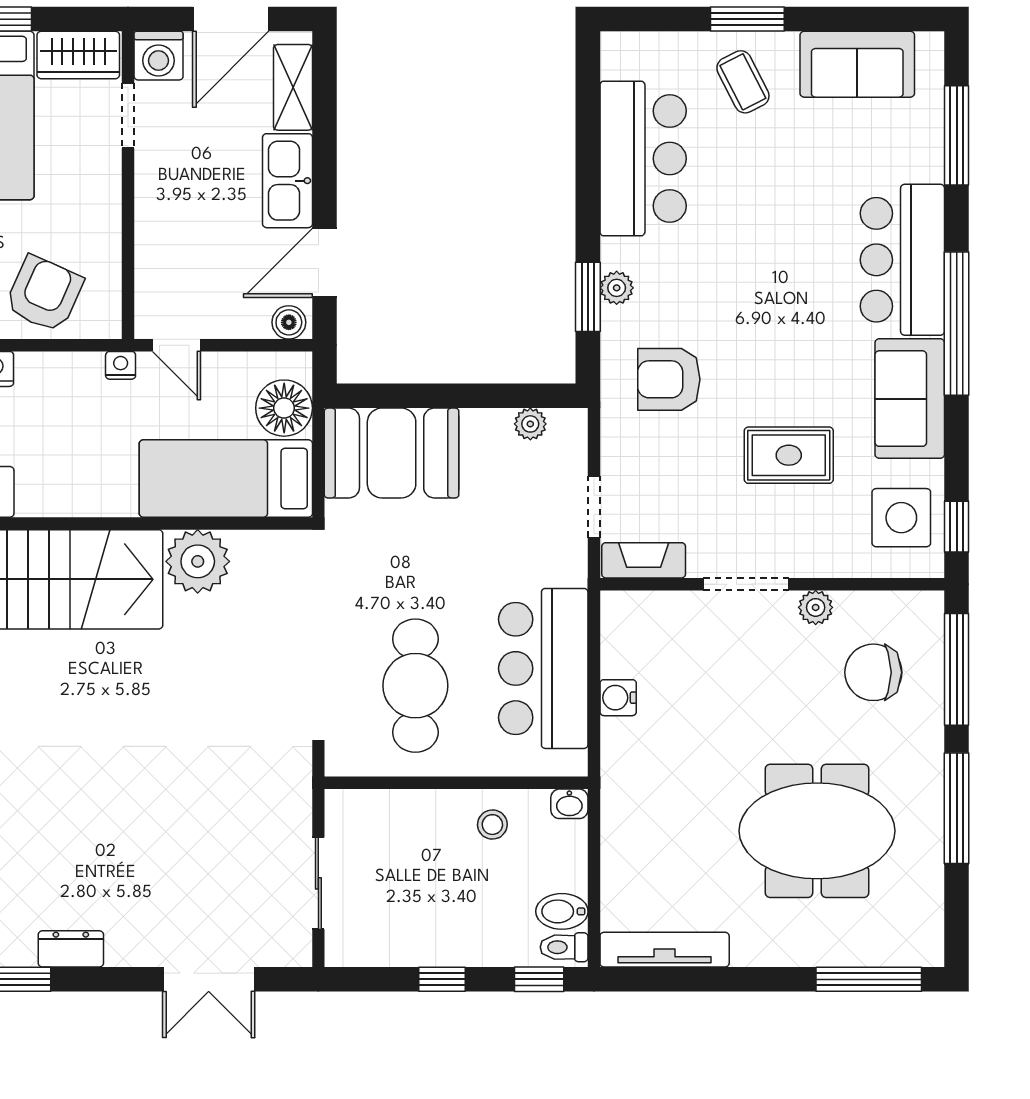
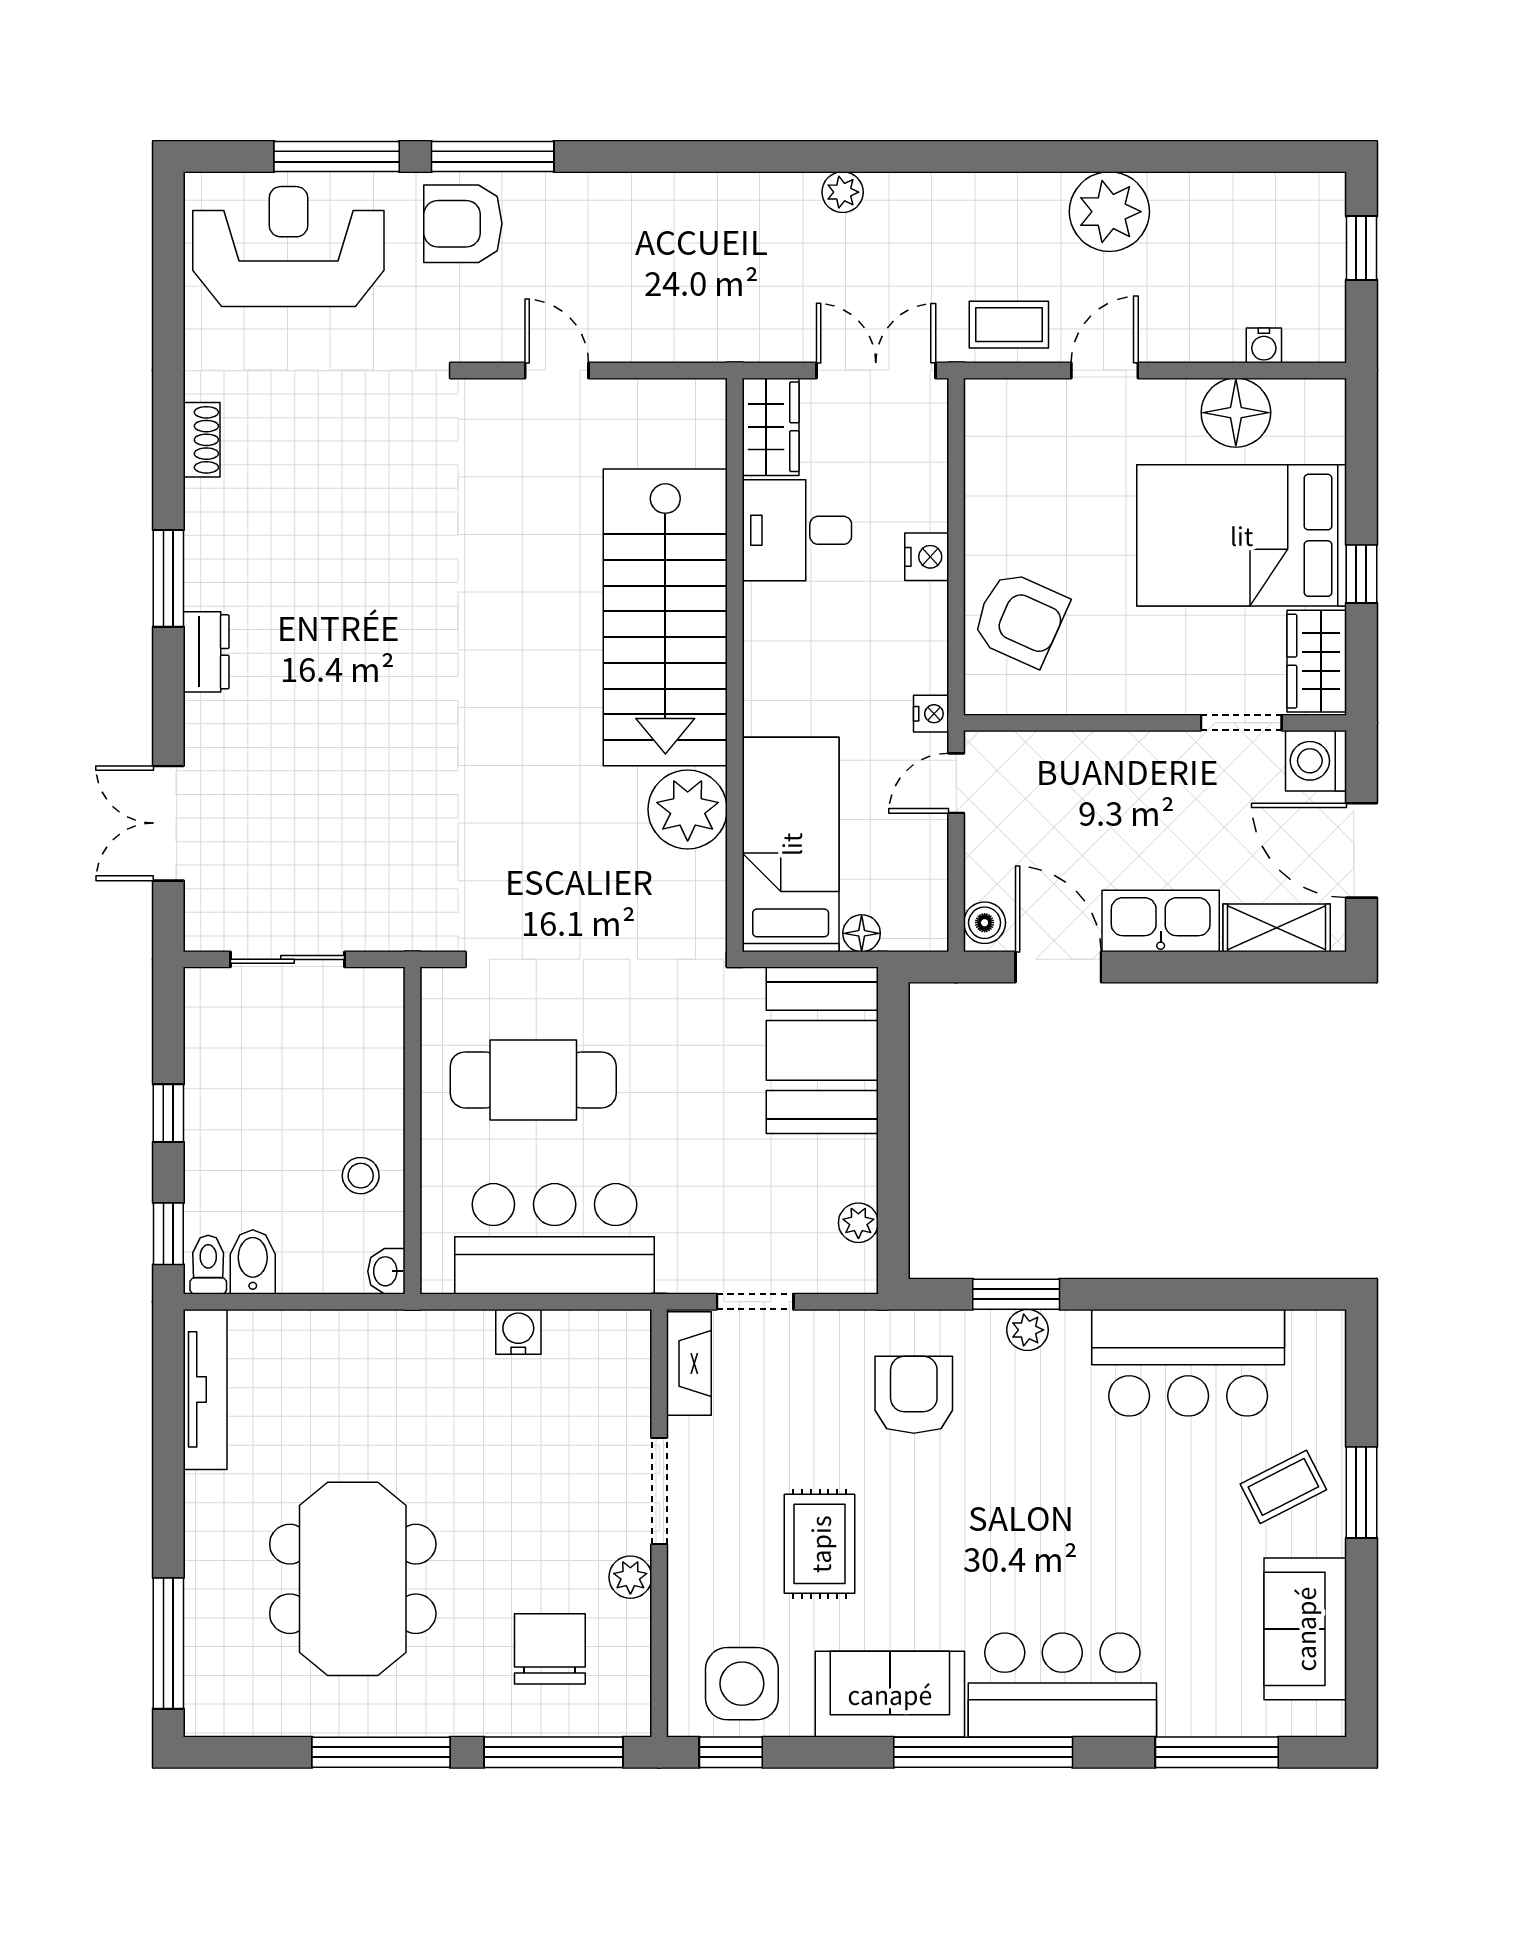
floor lamp: (284, 408) -> (862, 933), width x0.53, depth x0.53

